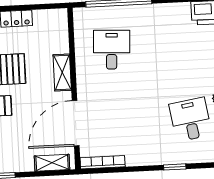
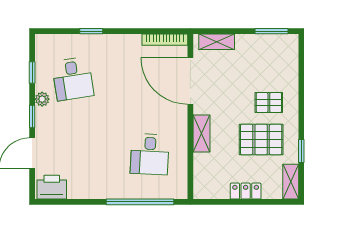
door: (76, 123) -> (190, 81), swing flipped

